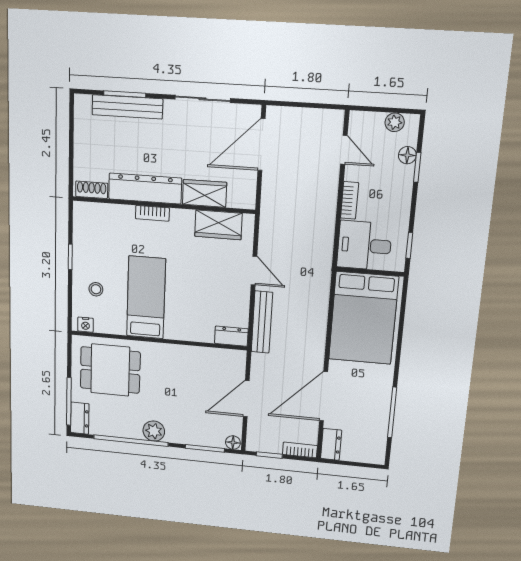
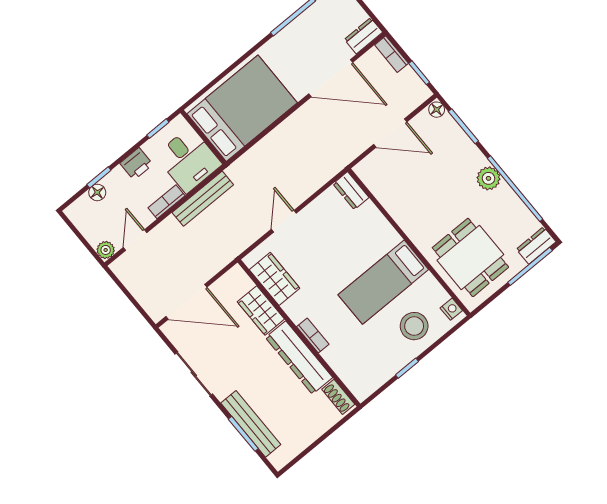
plant: (395, 122) -> (106, 250), moved
printer: (399, 205) -> (136, 164), added
stool: (96, 289) -> (414, 326), width x1.89, depth x1.89
bench: (262, 322) -> (203, 199), moved

